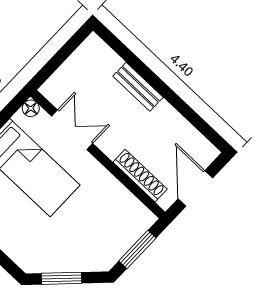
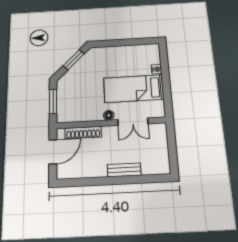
floor lamp: (31, 108) -> (109, 115), moved
door: (195, 188) -> (53, 152), hinge flipped

